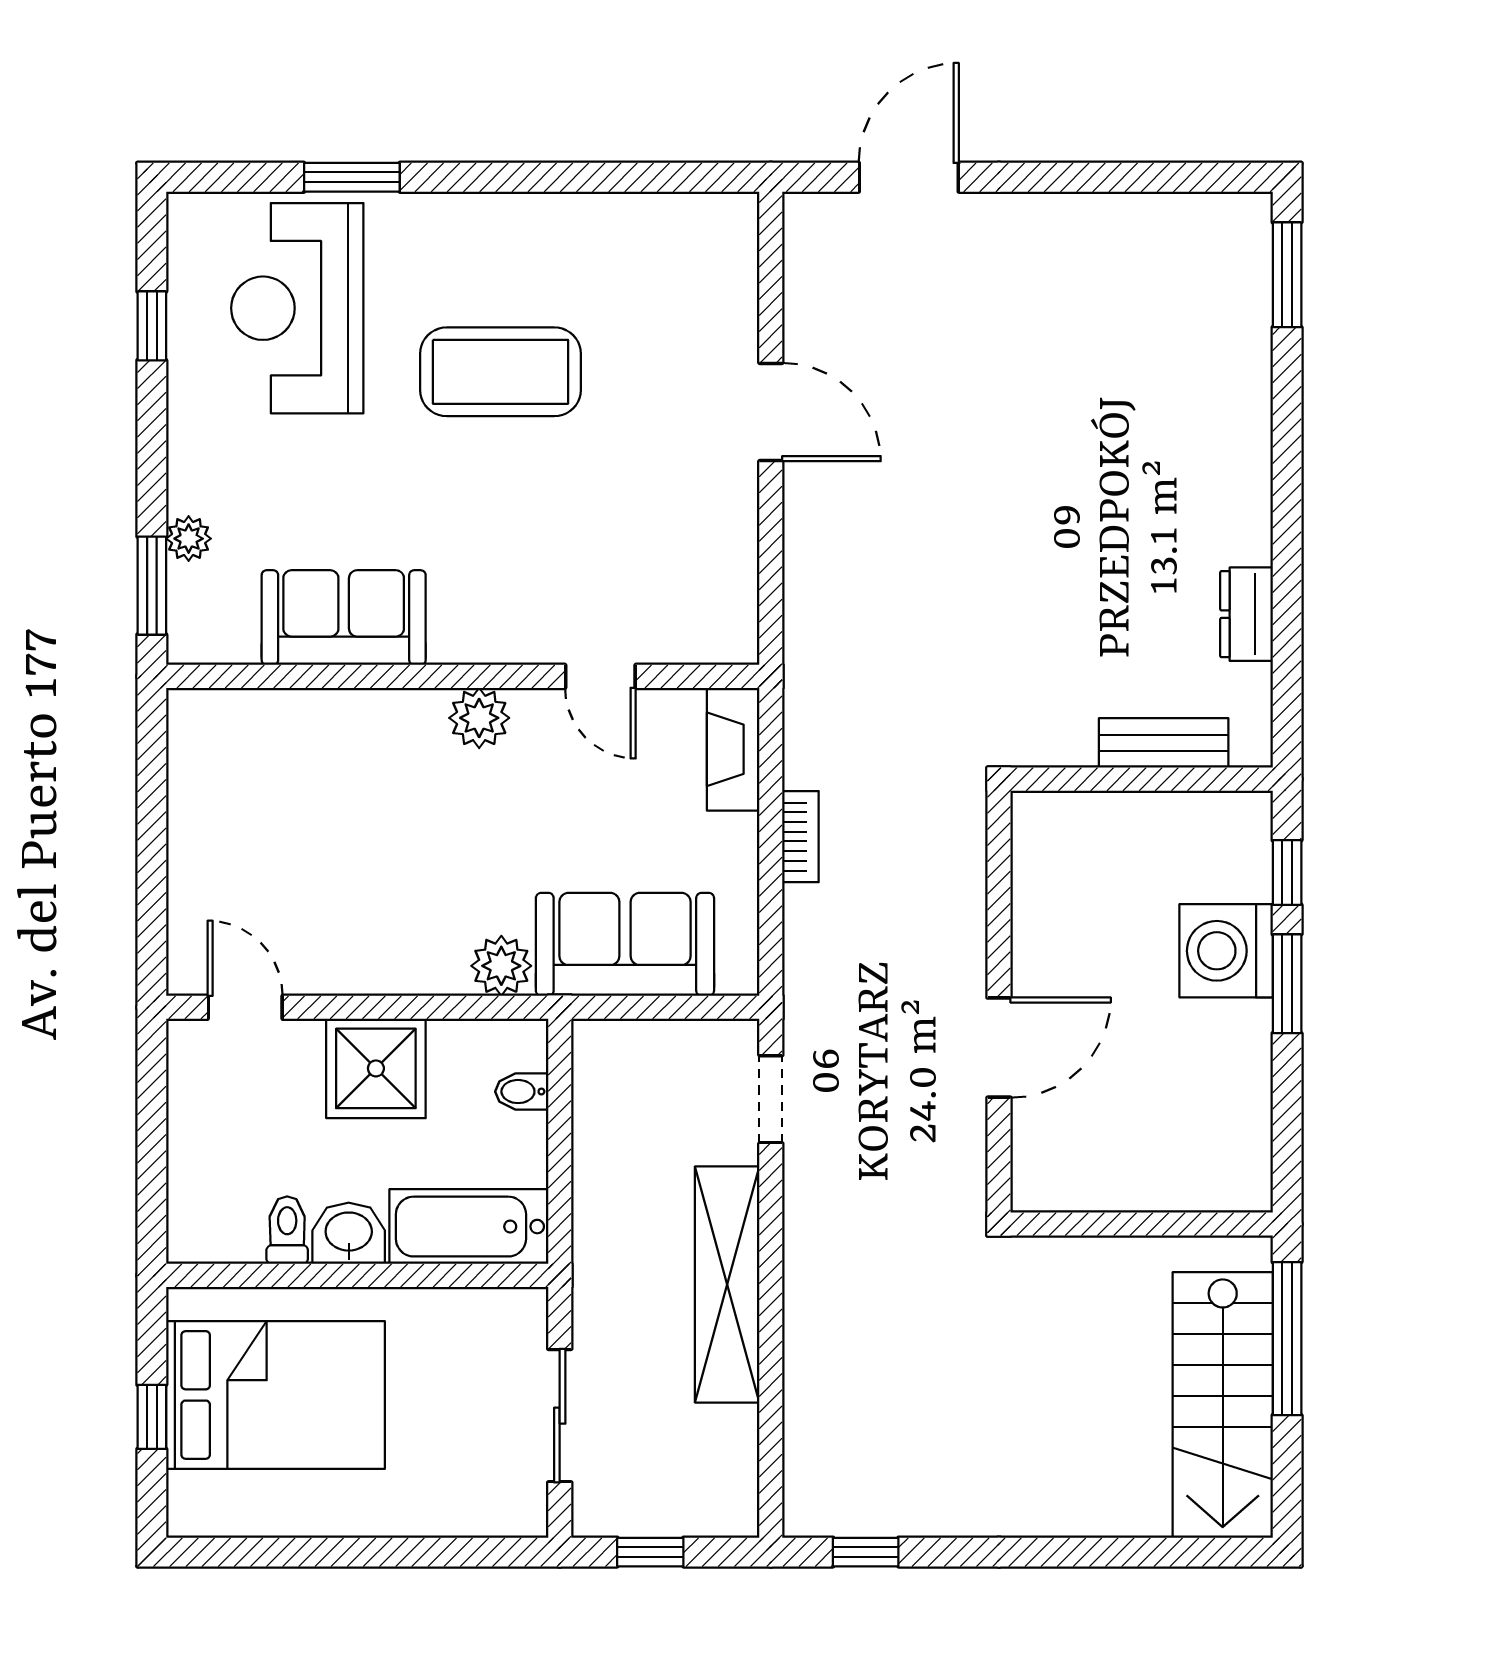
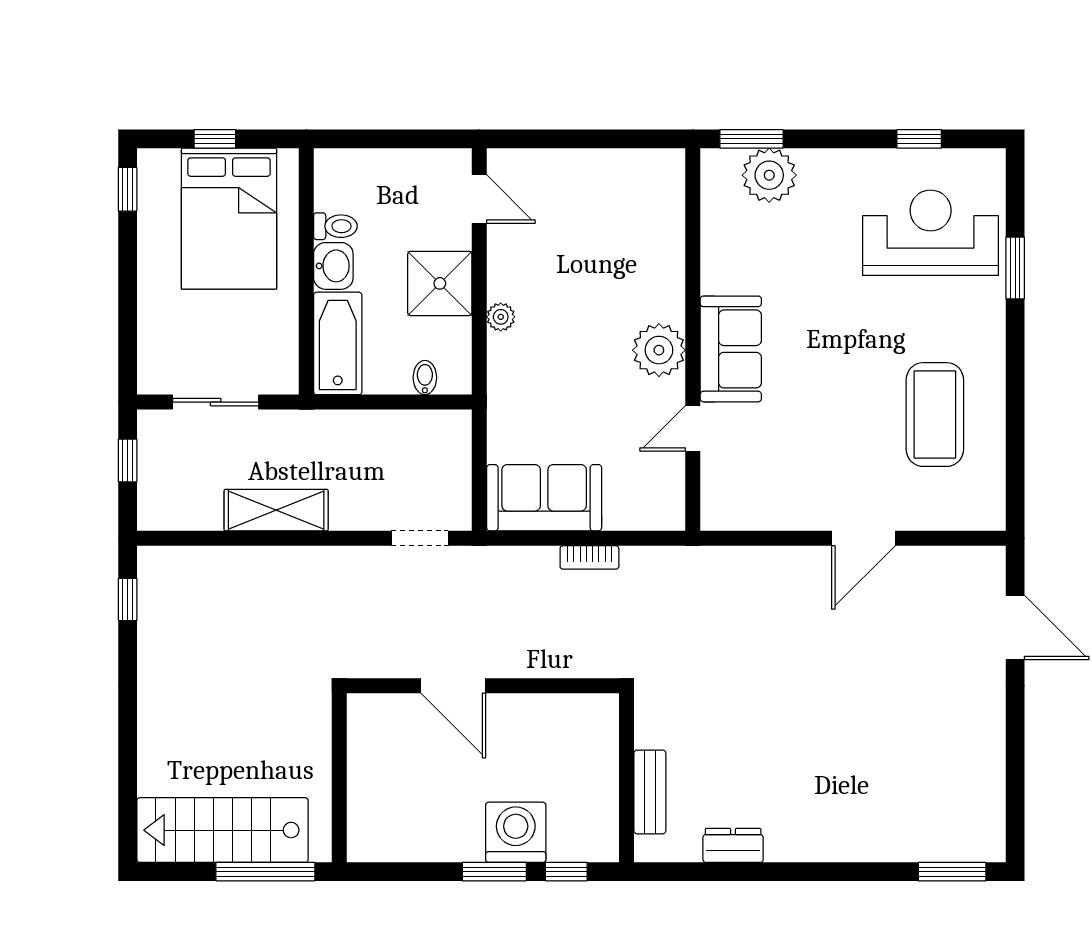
coffee table: (501, 372) -> (935, 415), moved
plant: (189, 539) -> (769, 175), width x1.88, depth x1.88
sofa: (344, 618) -> (731, 349), moved
plant: (479, 718) -> (659, 350), width x1.36, depth x1.36
fireplace: (733, 749) -> (646, 514), removed
sofa: (625, 944) -> (544, 498), moved, turned -90
plant: (501, 966) -> (501, 317), moved, width x0.73, depth x0.73
door: (245, 1007) -> (479, 199), hinge flipped
shelving: (727, 1284) -> (276, 510), width x0.68
window: (230, 1552) -> (128, 189), added

